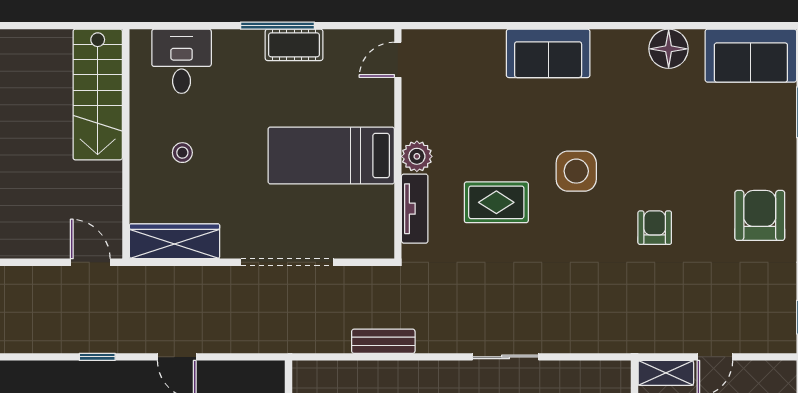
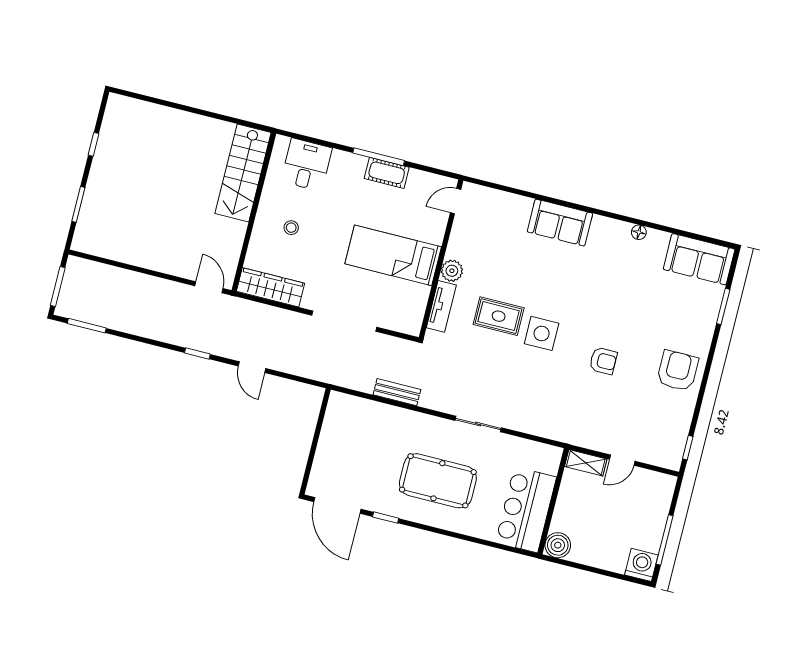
floor lamp: (669, 49) -> (639, 232), width x0.53, depth x0.53
side table: (576, 171) -> (542, 333), moved
armchair: (655, 228) -> (603, 361), turned 90

